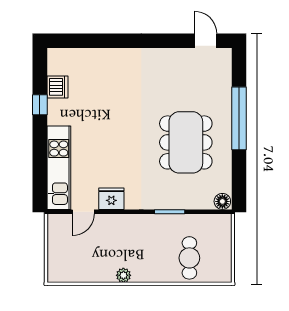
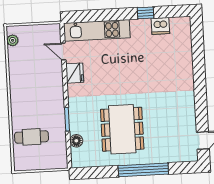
dining table: (186, 142) -> (122, 129), turned 90
floor lamp: (222, 201) -> (76, 141), moved
plant: (123, 275) -> (13, 40), moved

